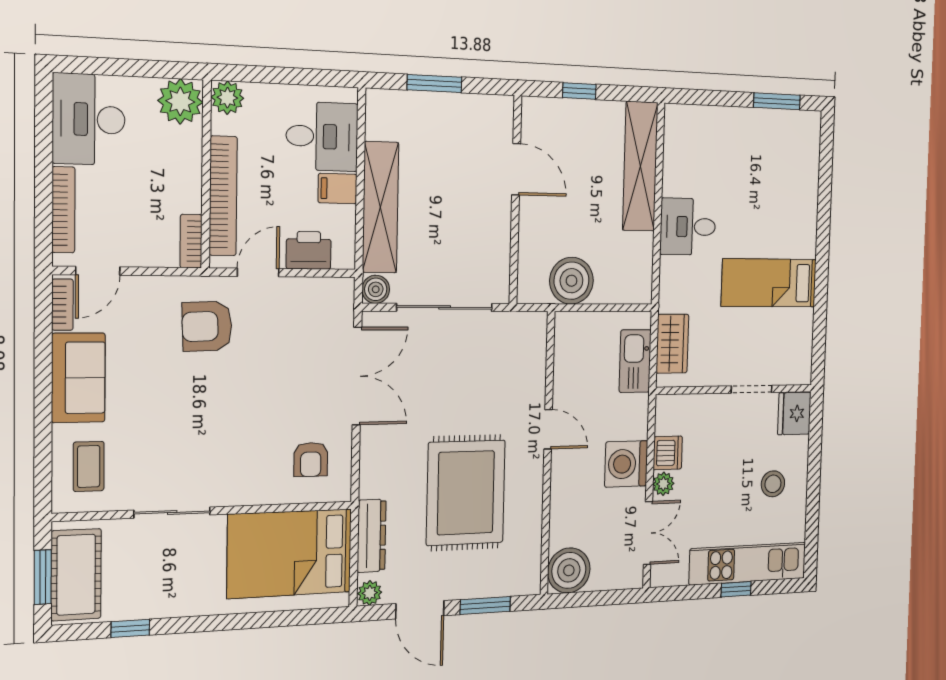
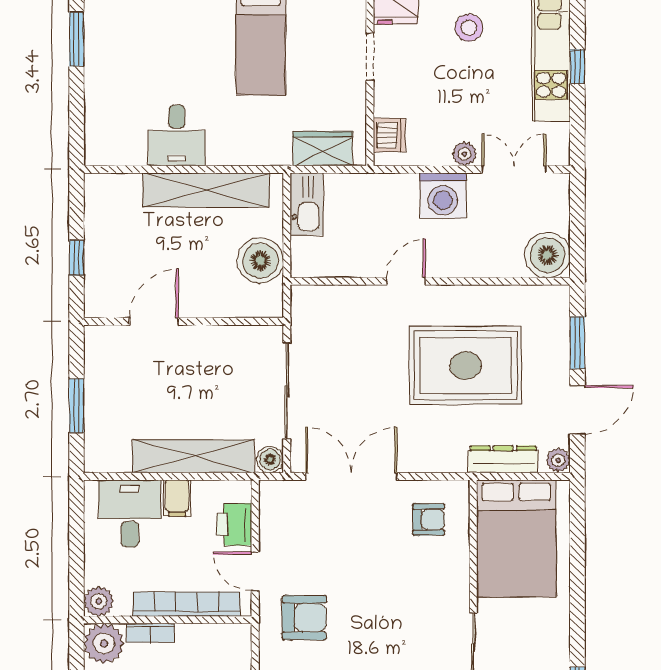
shelving: (640, 166) -> (206, 190), moved
desk: (688, 227) -> (177, 135), moved
bookcase: (191, 241) -> (150, 633), moved
armchair: (207, 326) -> (304, 618), turned -88
kitchen sink: (635, 361) -> (307, 204), moved, turned -90
dishwasher: (668, 453) -> (389, 135), moved, turned 90

